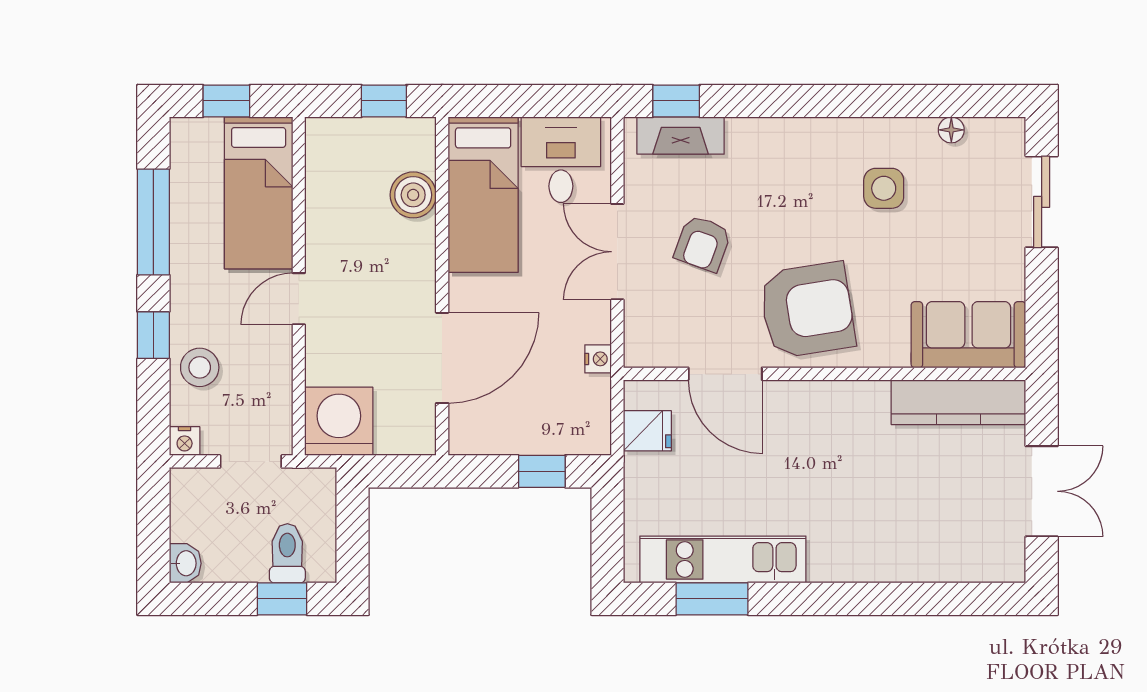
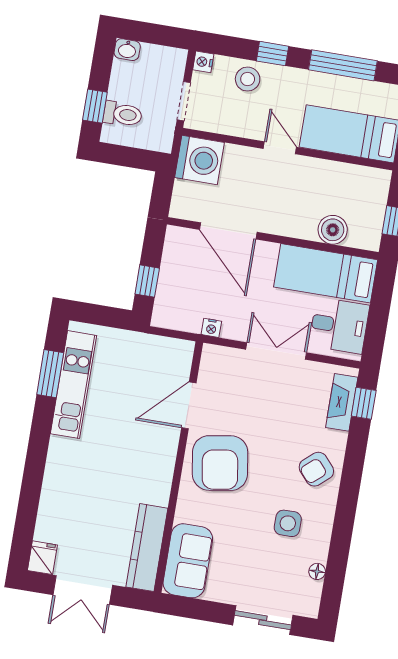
armchair: (703, 243) -> (316, 469), moved, turned -61
fridge: (647, 431) -> (42, 558), moved, turned 180

